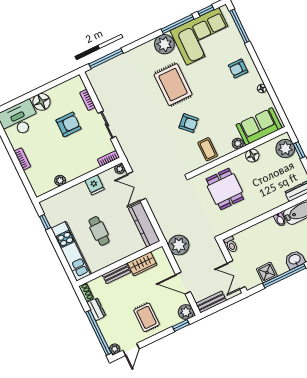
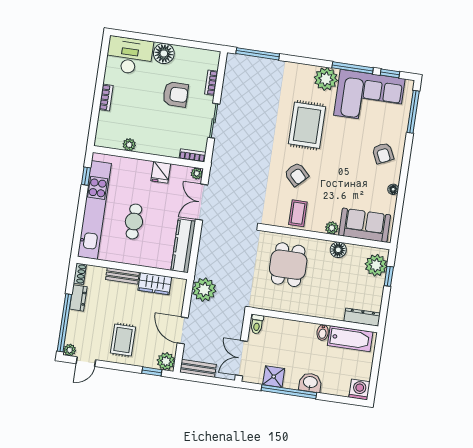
armchair: (238, 69) -> (383, 153), turned -115
kitchen unit: (71, 251) -> (94, 210), width x1.36

